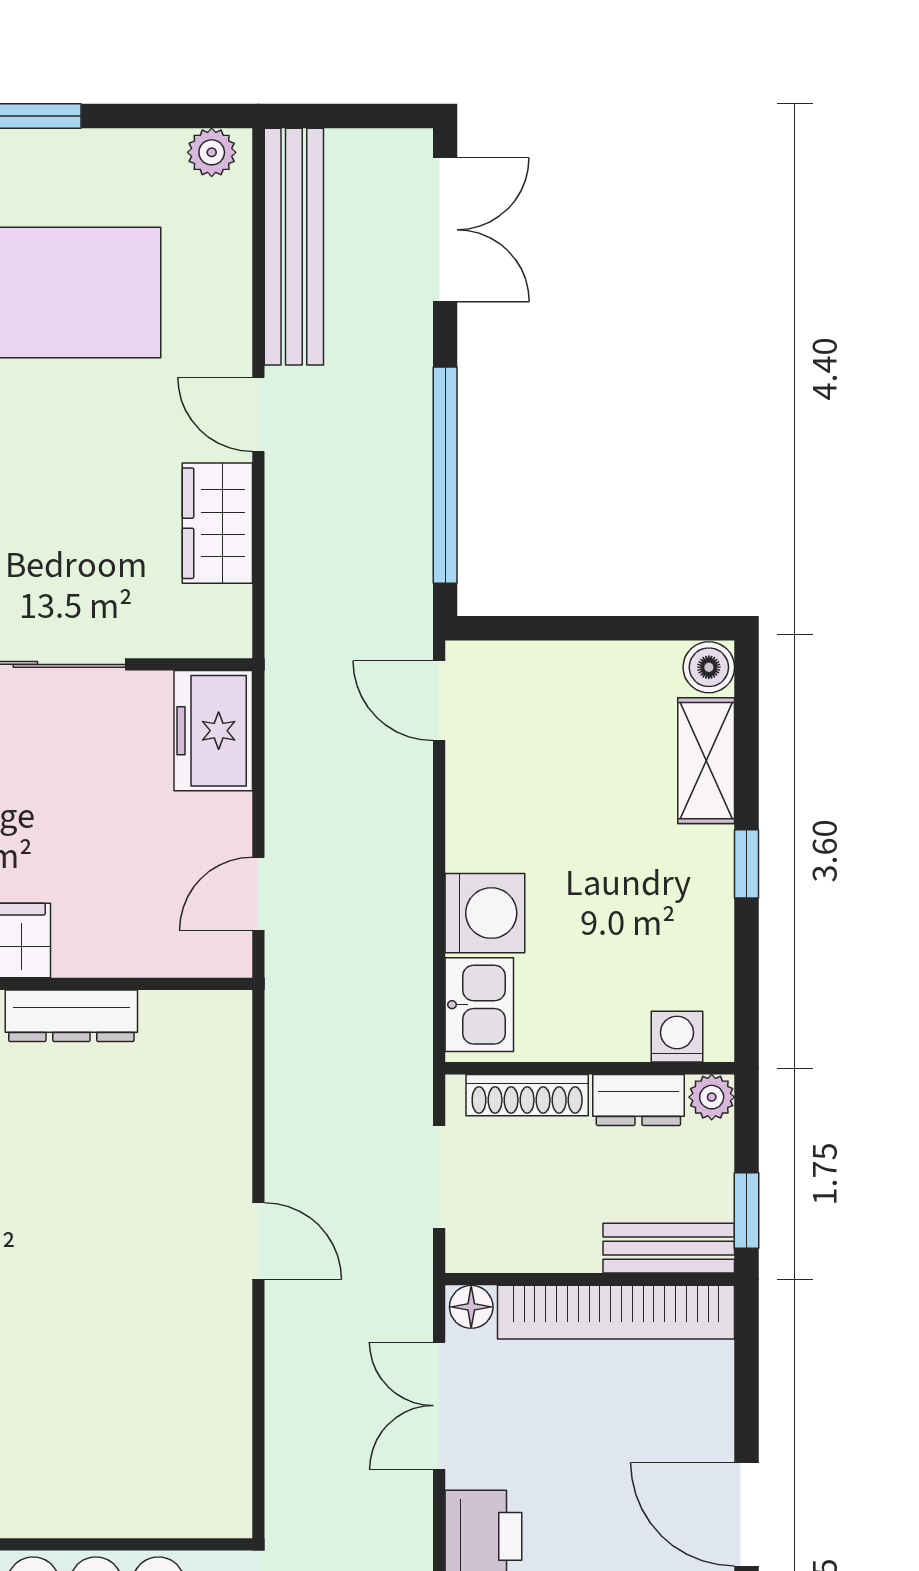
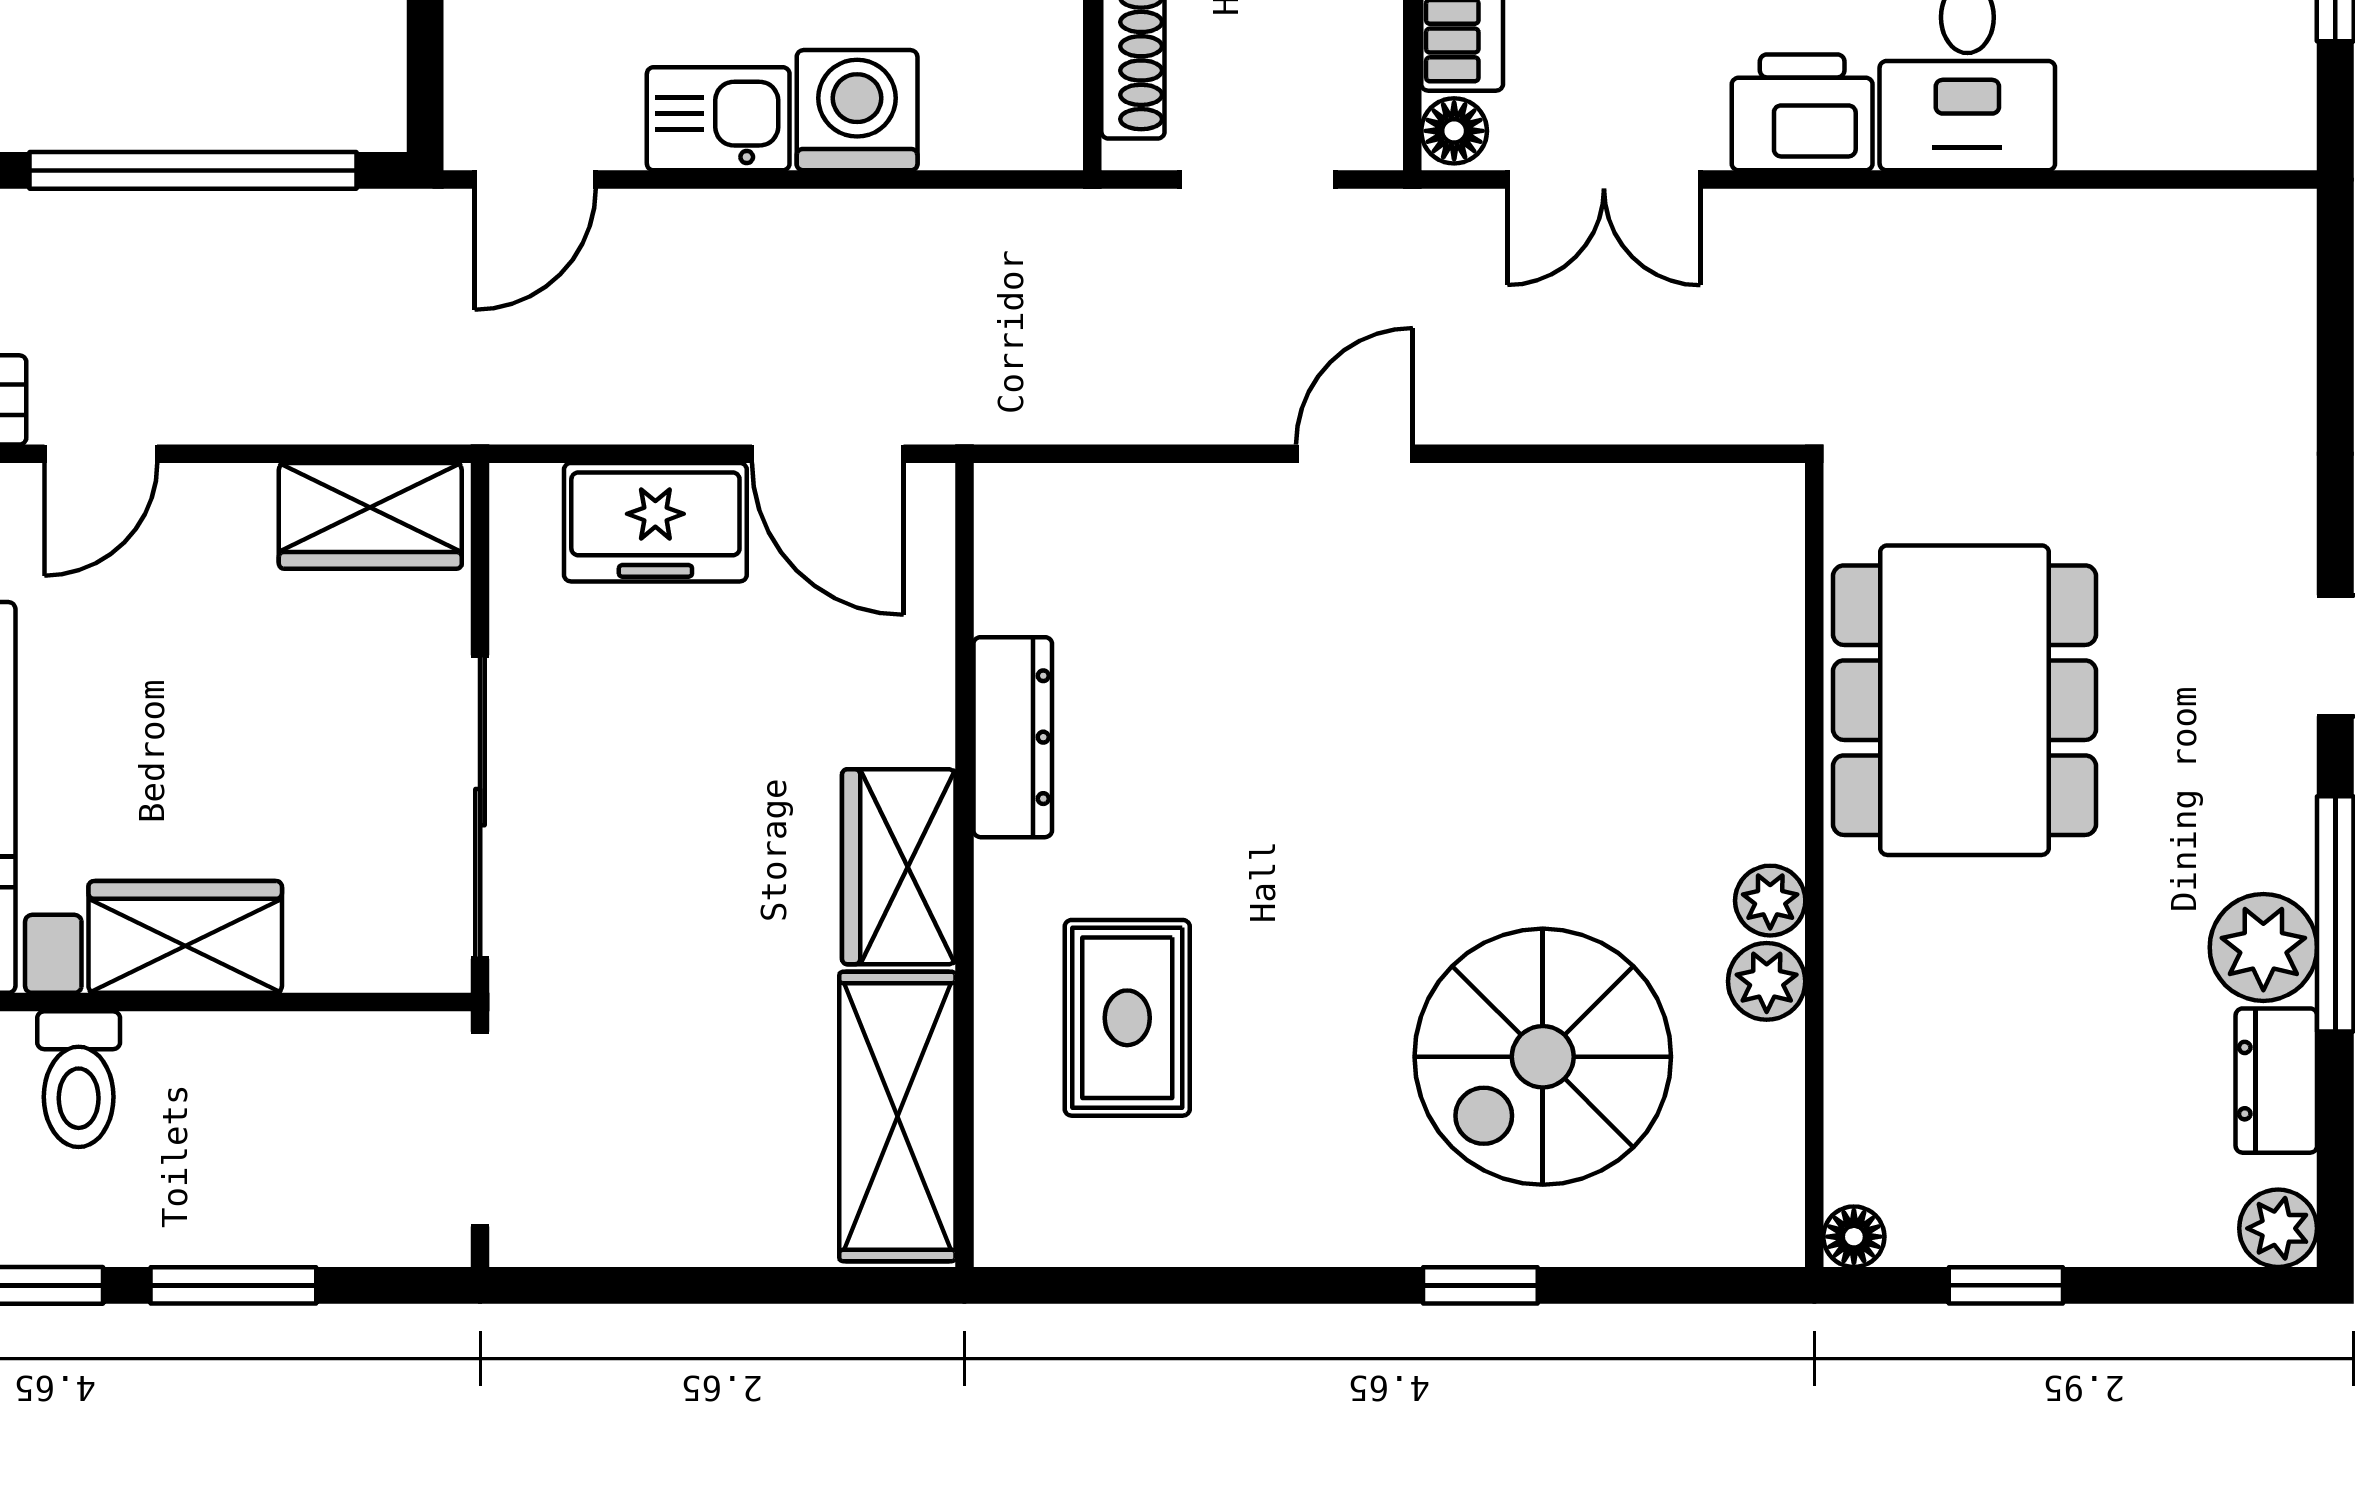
wardrobe: (217, 523) -> (370, 516), moved
freezer: (213, 731) -> (655, 522), moved
door: (258, 894) -> (828, 454), width x1.37
kitchen sink: (479, 1005) -> (718, 119), moved

